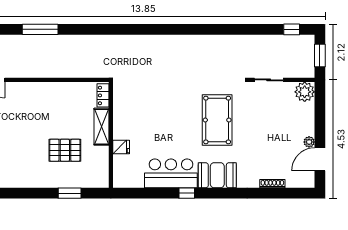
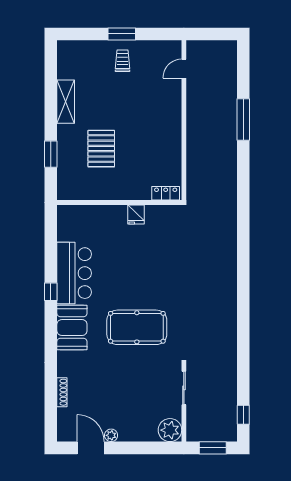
shelving: (101, 127) -> (66, 102), moved, turned 90
fridge: (121, 147) -> (136, 214), moved

